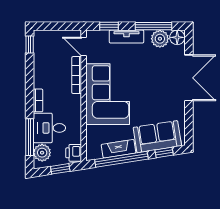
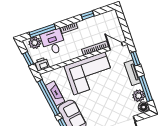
window: (30, 45) -> (88, 15), moved
door: (84, 46) -> (116, 46), hinge flipped

